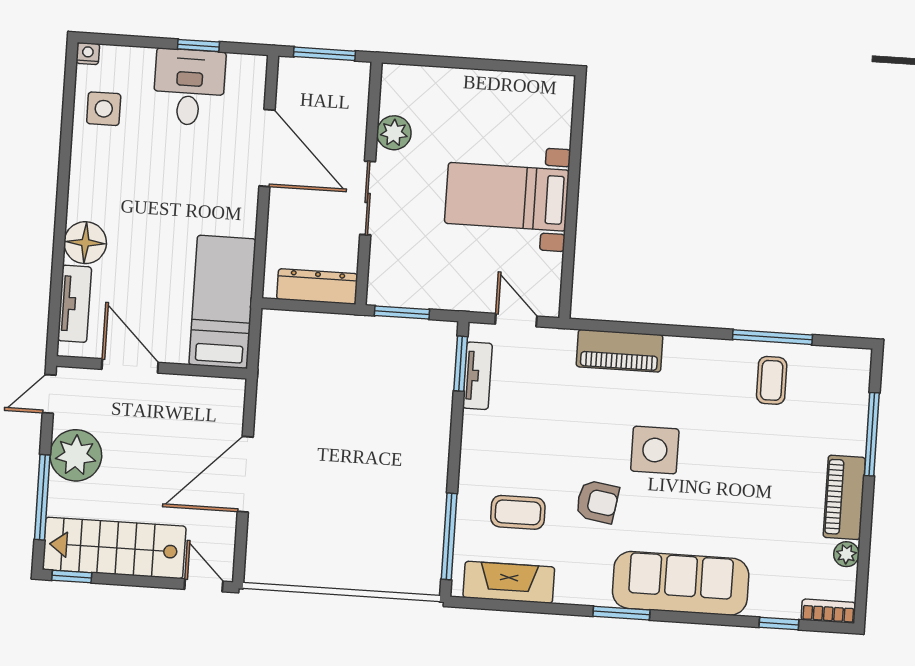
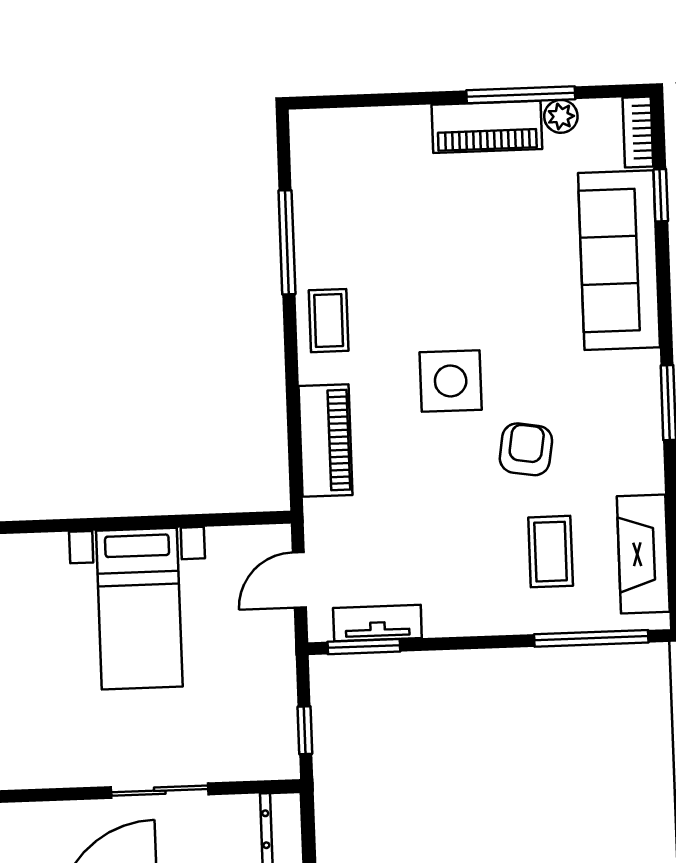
plant: (394, 133) -> (71, 765), removed
window: (402, 312) -> (305, 730), width x0.67
coffee table: (772, 380) -> (329, 321), moved, turned 90
window: (872, 434) -> (521, 95), moved
sofa: (681, 583) -> (619, 260), moved

